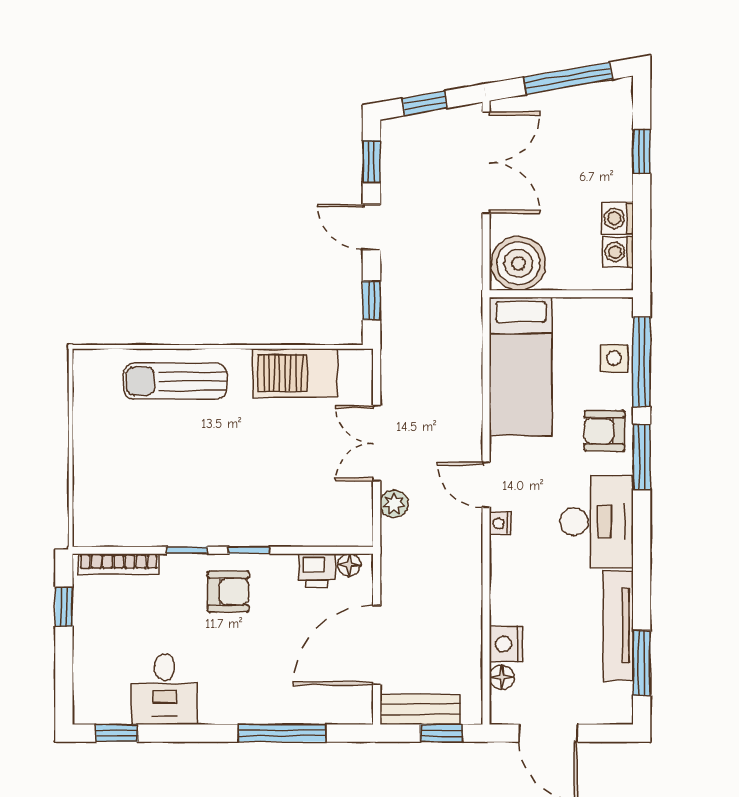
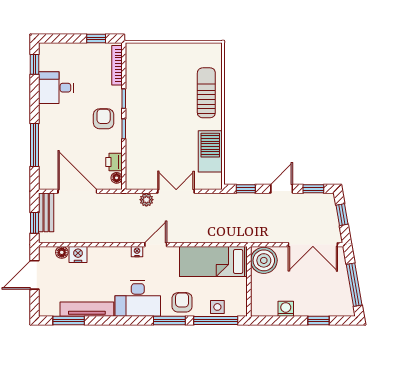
washing machine: (618, 252) -> (269, 309), removed
armchair: (228, 592) -> (104, 119), turned 180

